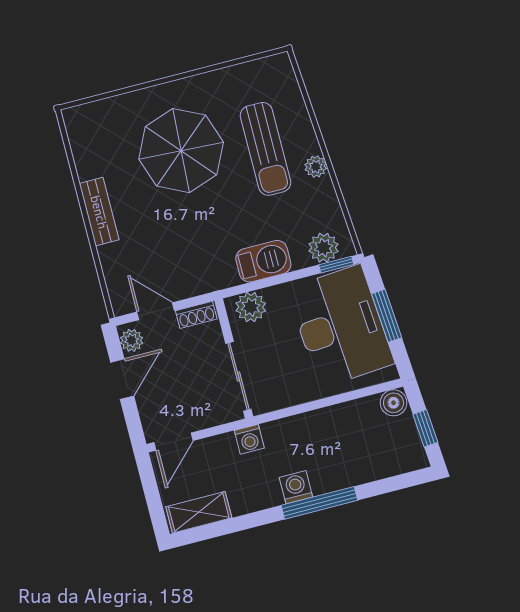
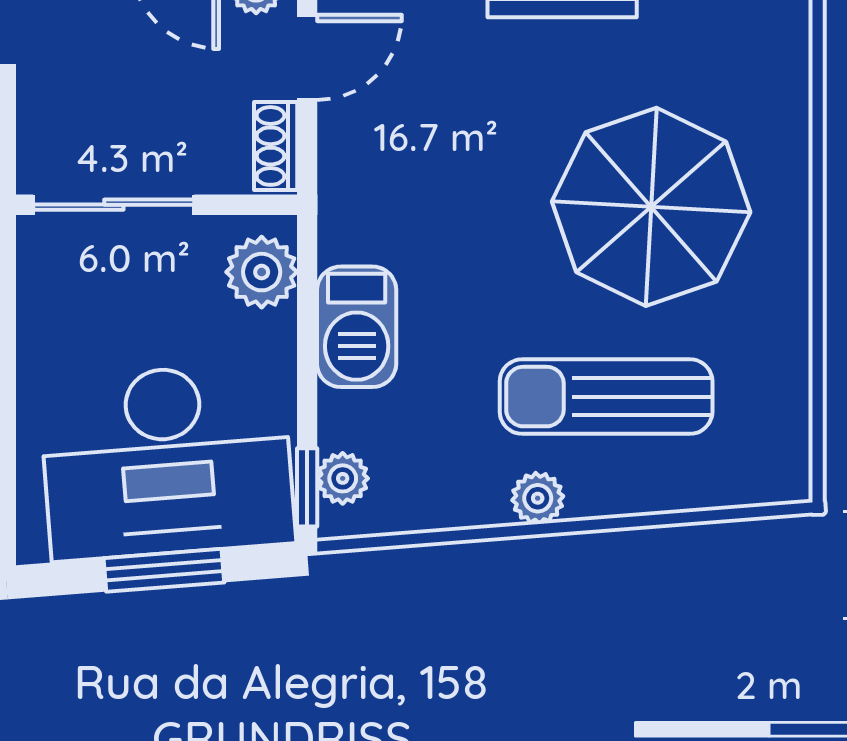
plant: (323, 248) -> (343, 478), width x0.73, depth x0.73

